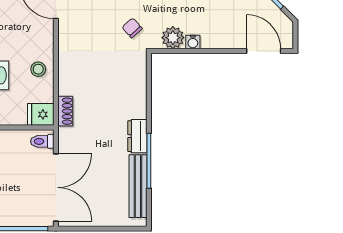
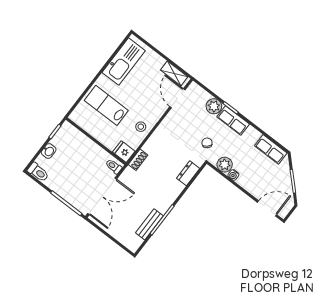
door: (264, 51) -> (267, 208), hinge flipped
dresser: (137, 136) -> (188, 173), moved
bench: (138, 186) -> (149, 224), width x0.73

